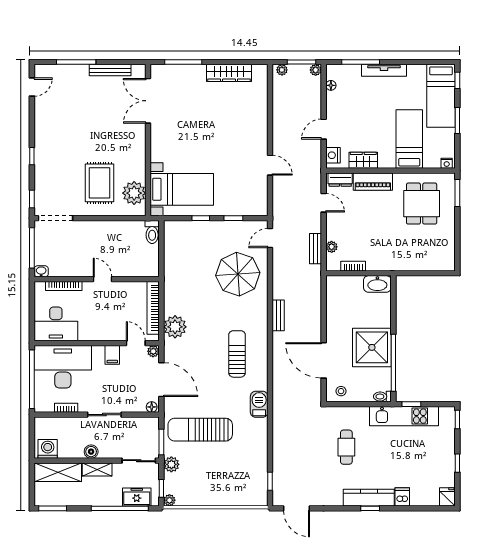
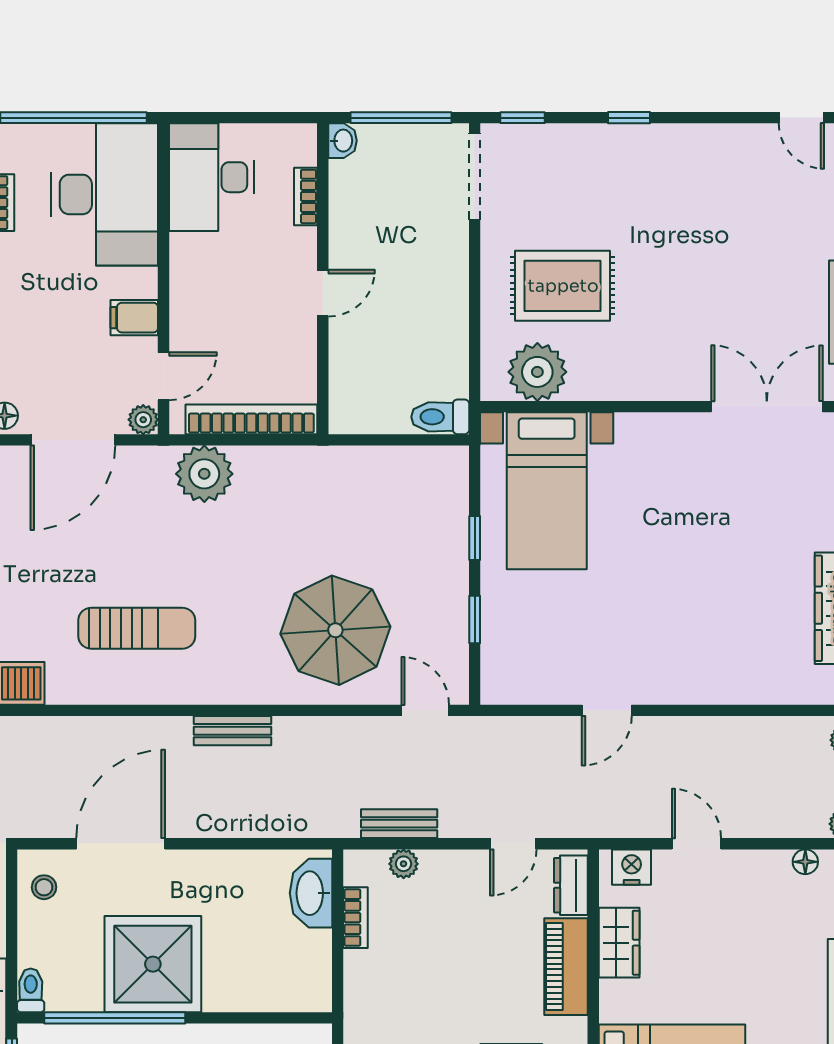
washbasin: (377, 284) -> (311, 893), moved
bookcase: (64, 286) -> (306, 196), width x0.64

